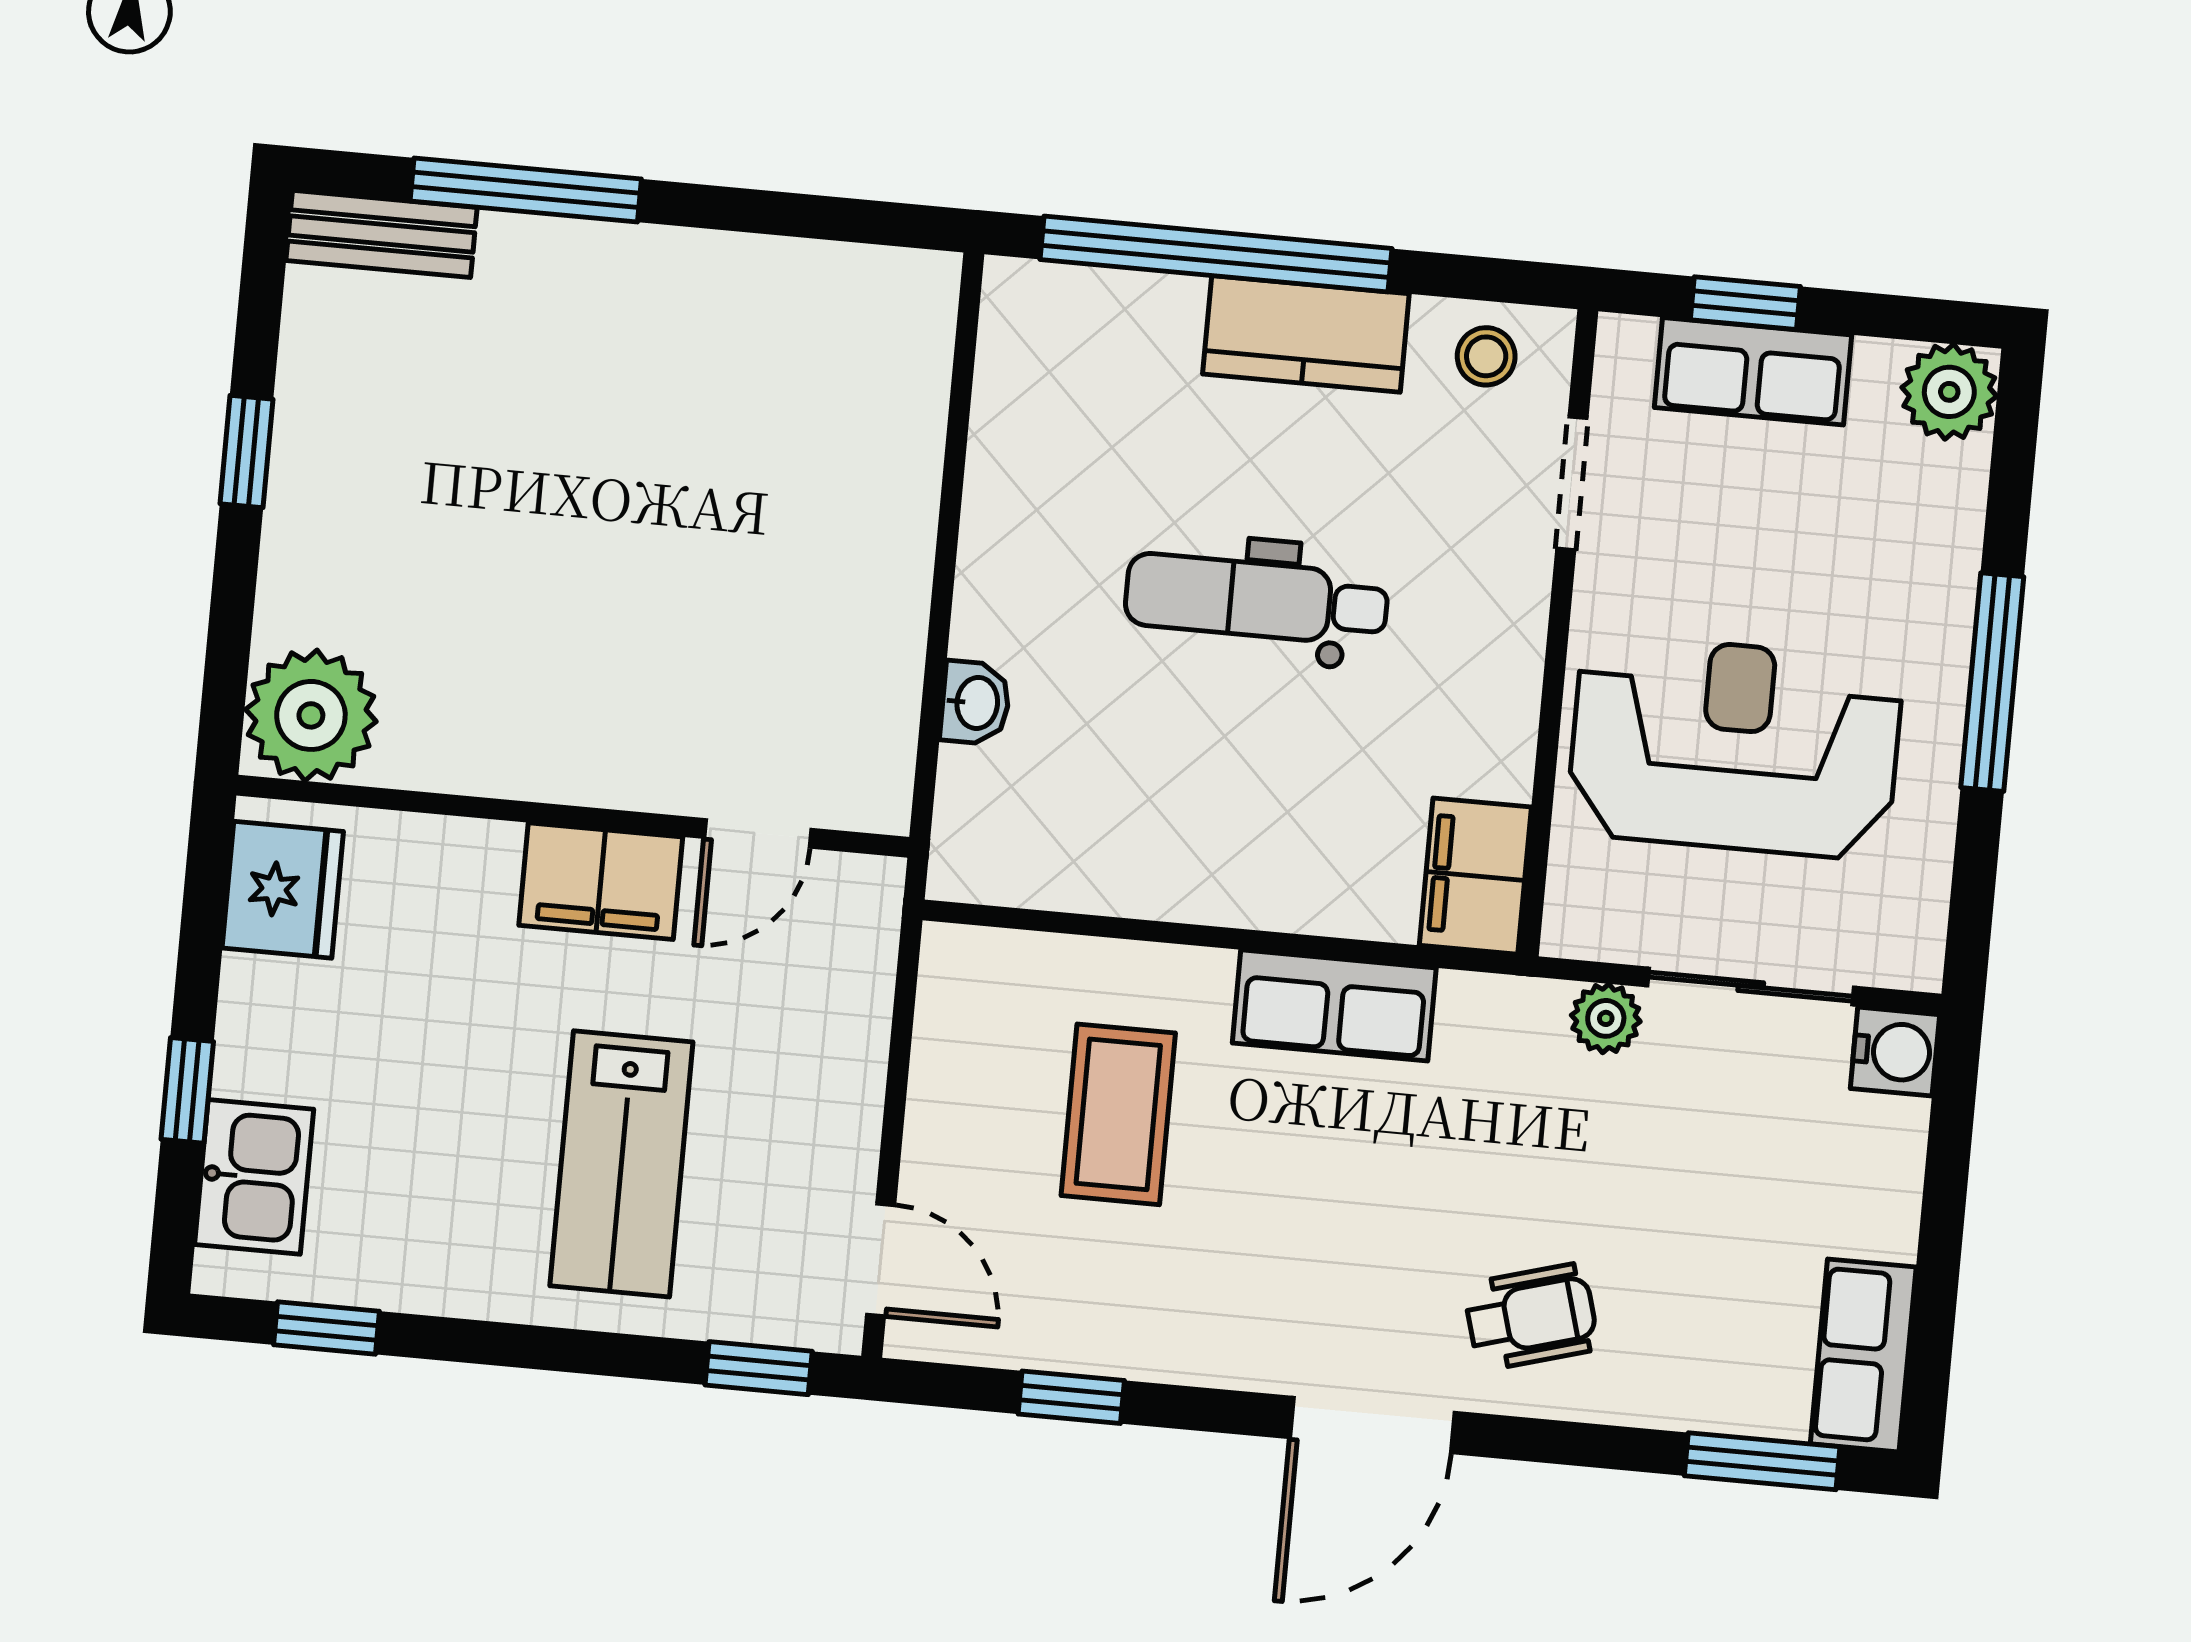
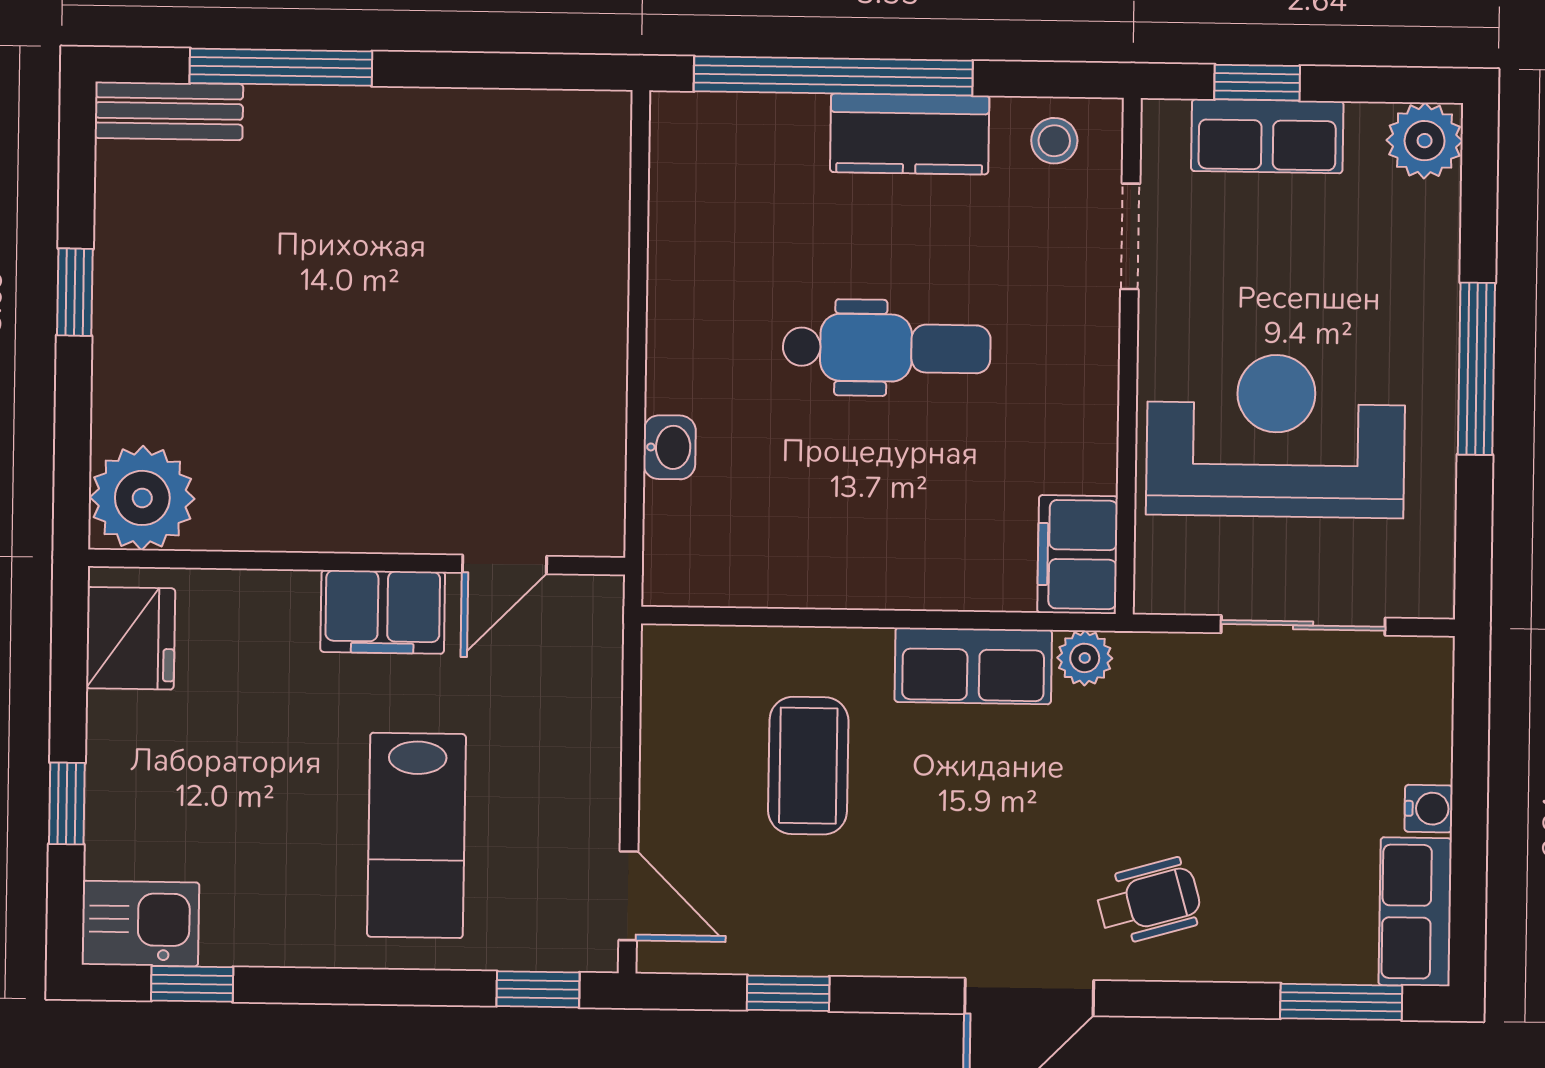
dental chair: (1257, 599) -> (887, 348), turned 180
plant: (1606, 1018) -> (1085, 658), moved
water cooler: (1895, 1052) -> (1429, 809), moved, width x0.72, depth x0.72
kitchen sink: (254, 1177) -> (140, 924), moved, turned -90

